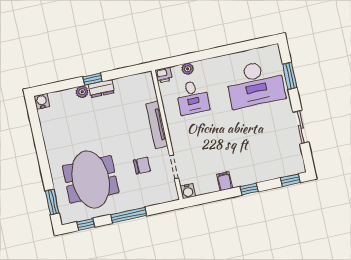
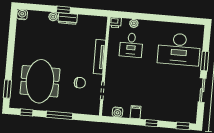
window: (290, 76) -> (205, 61), moved
water cooler: (188, 191) -> (117, 112), moved

